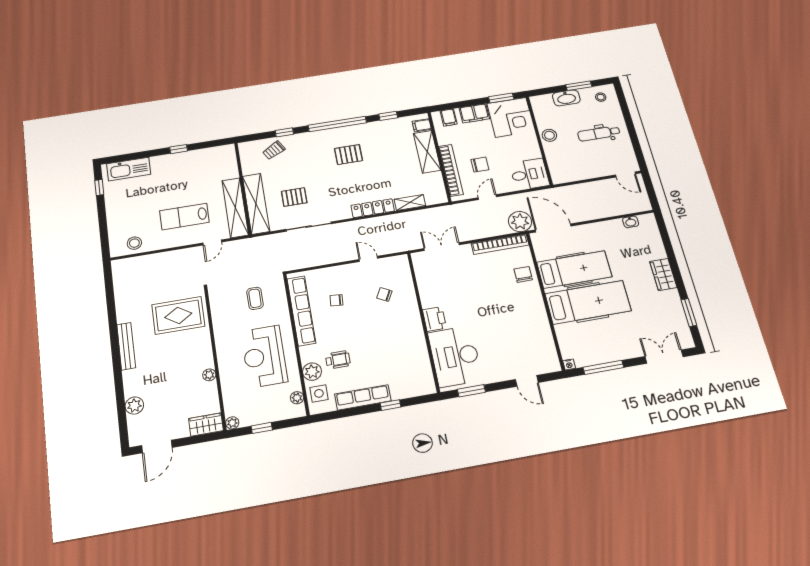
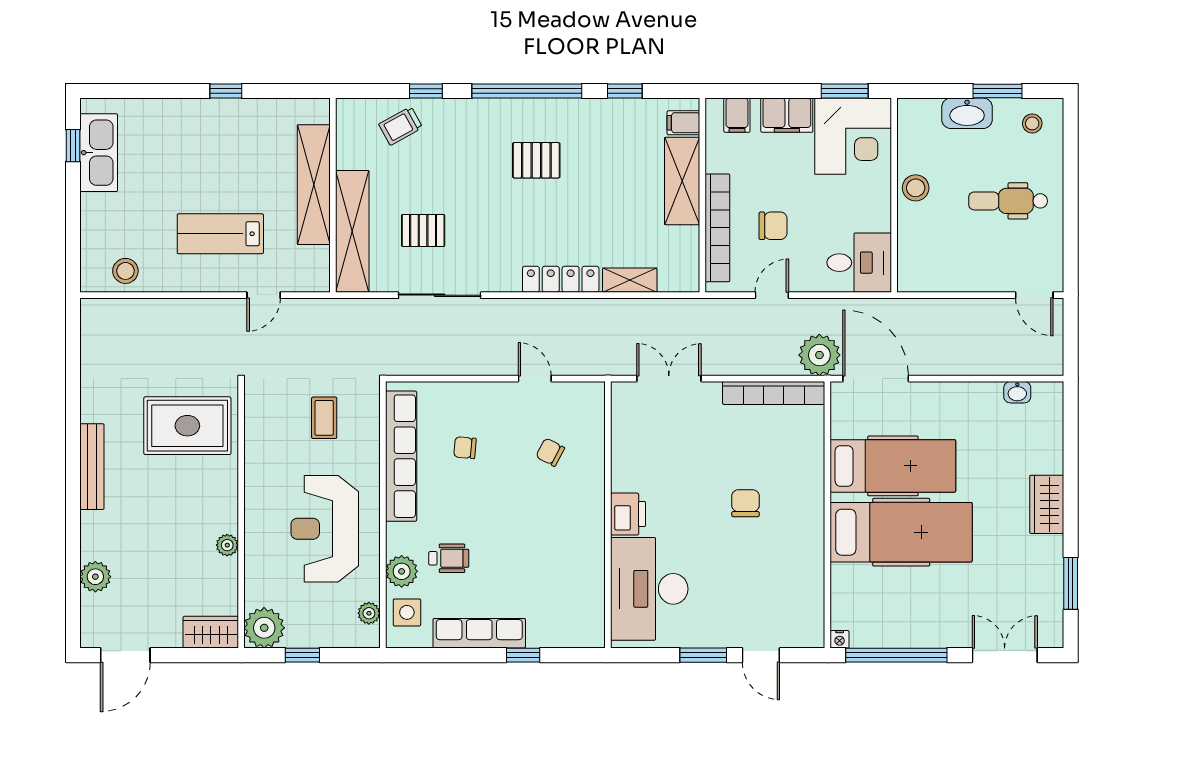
kitchen sink: (129, 169) -> (99, 153), moved, turned -90
shelving: (235, 208) -> (314, 185), moved
chair: (523, 274) -> (745, 503), moved
window: (603, 367) -> (896, 655), width x1.46
window: (471, 391) -> (703, 655), moved
plant: (232, 423) -> (264, 628), width x1.88, depth x1.88

